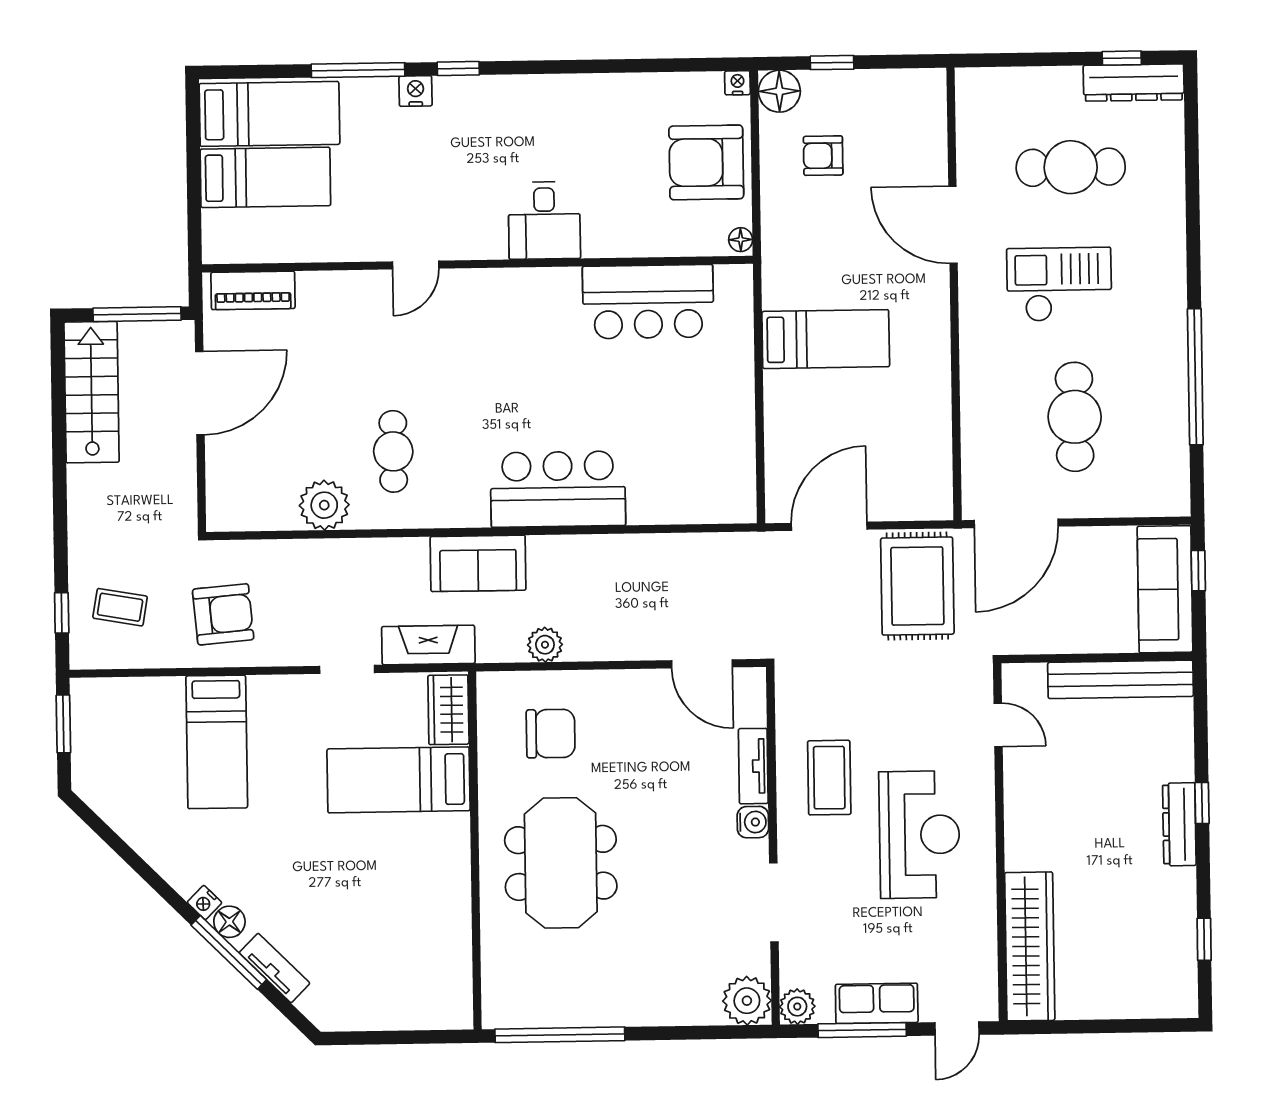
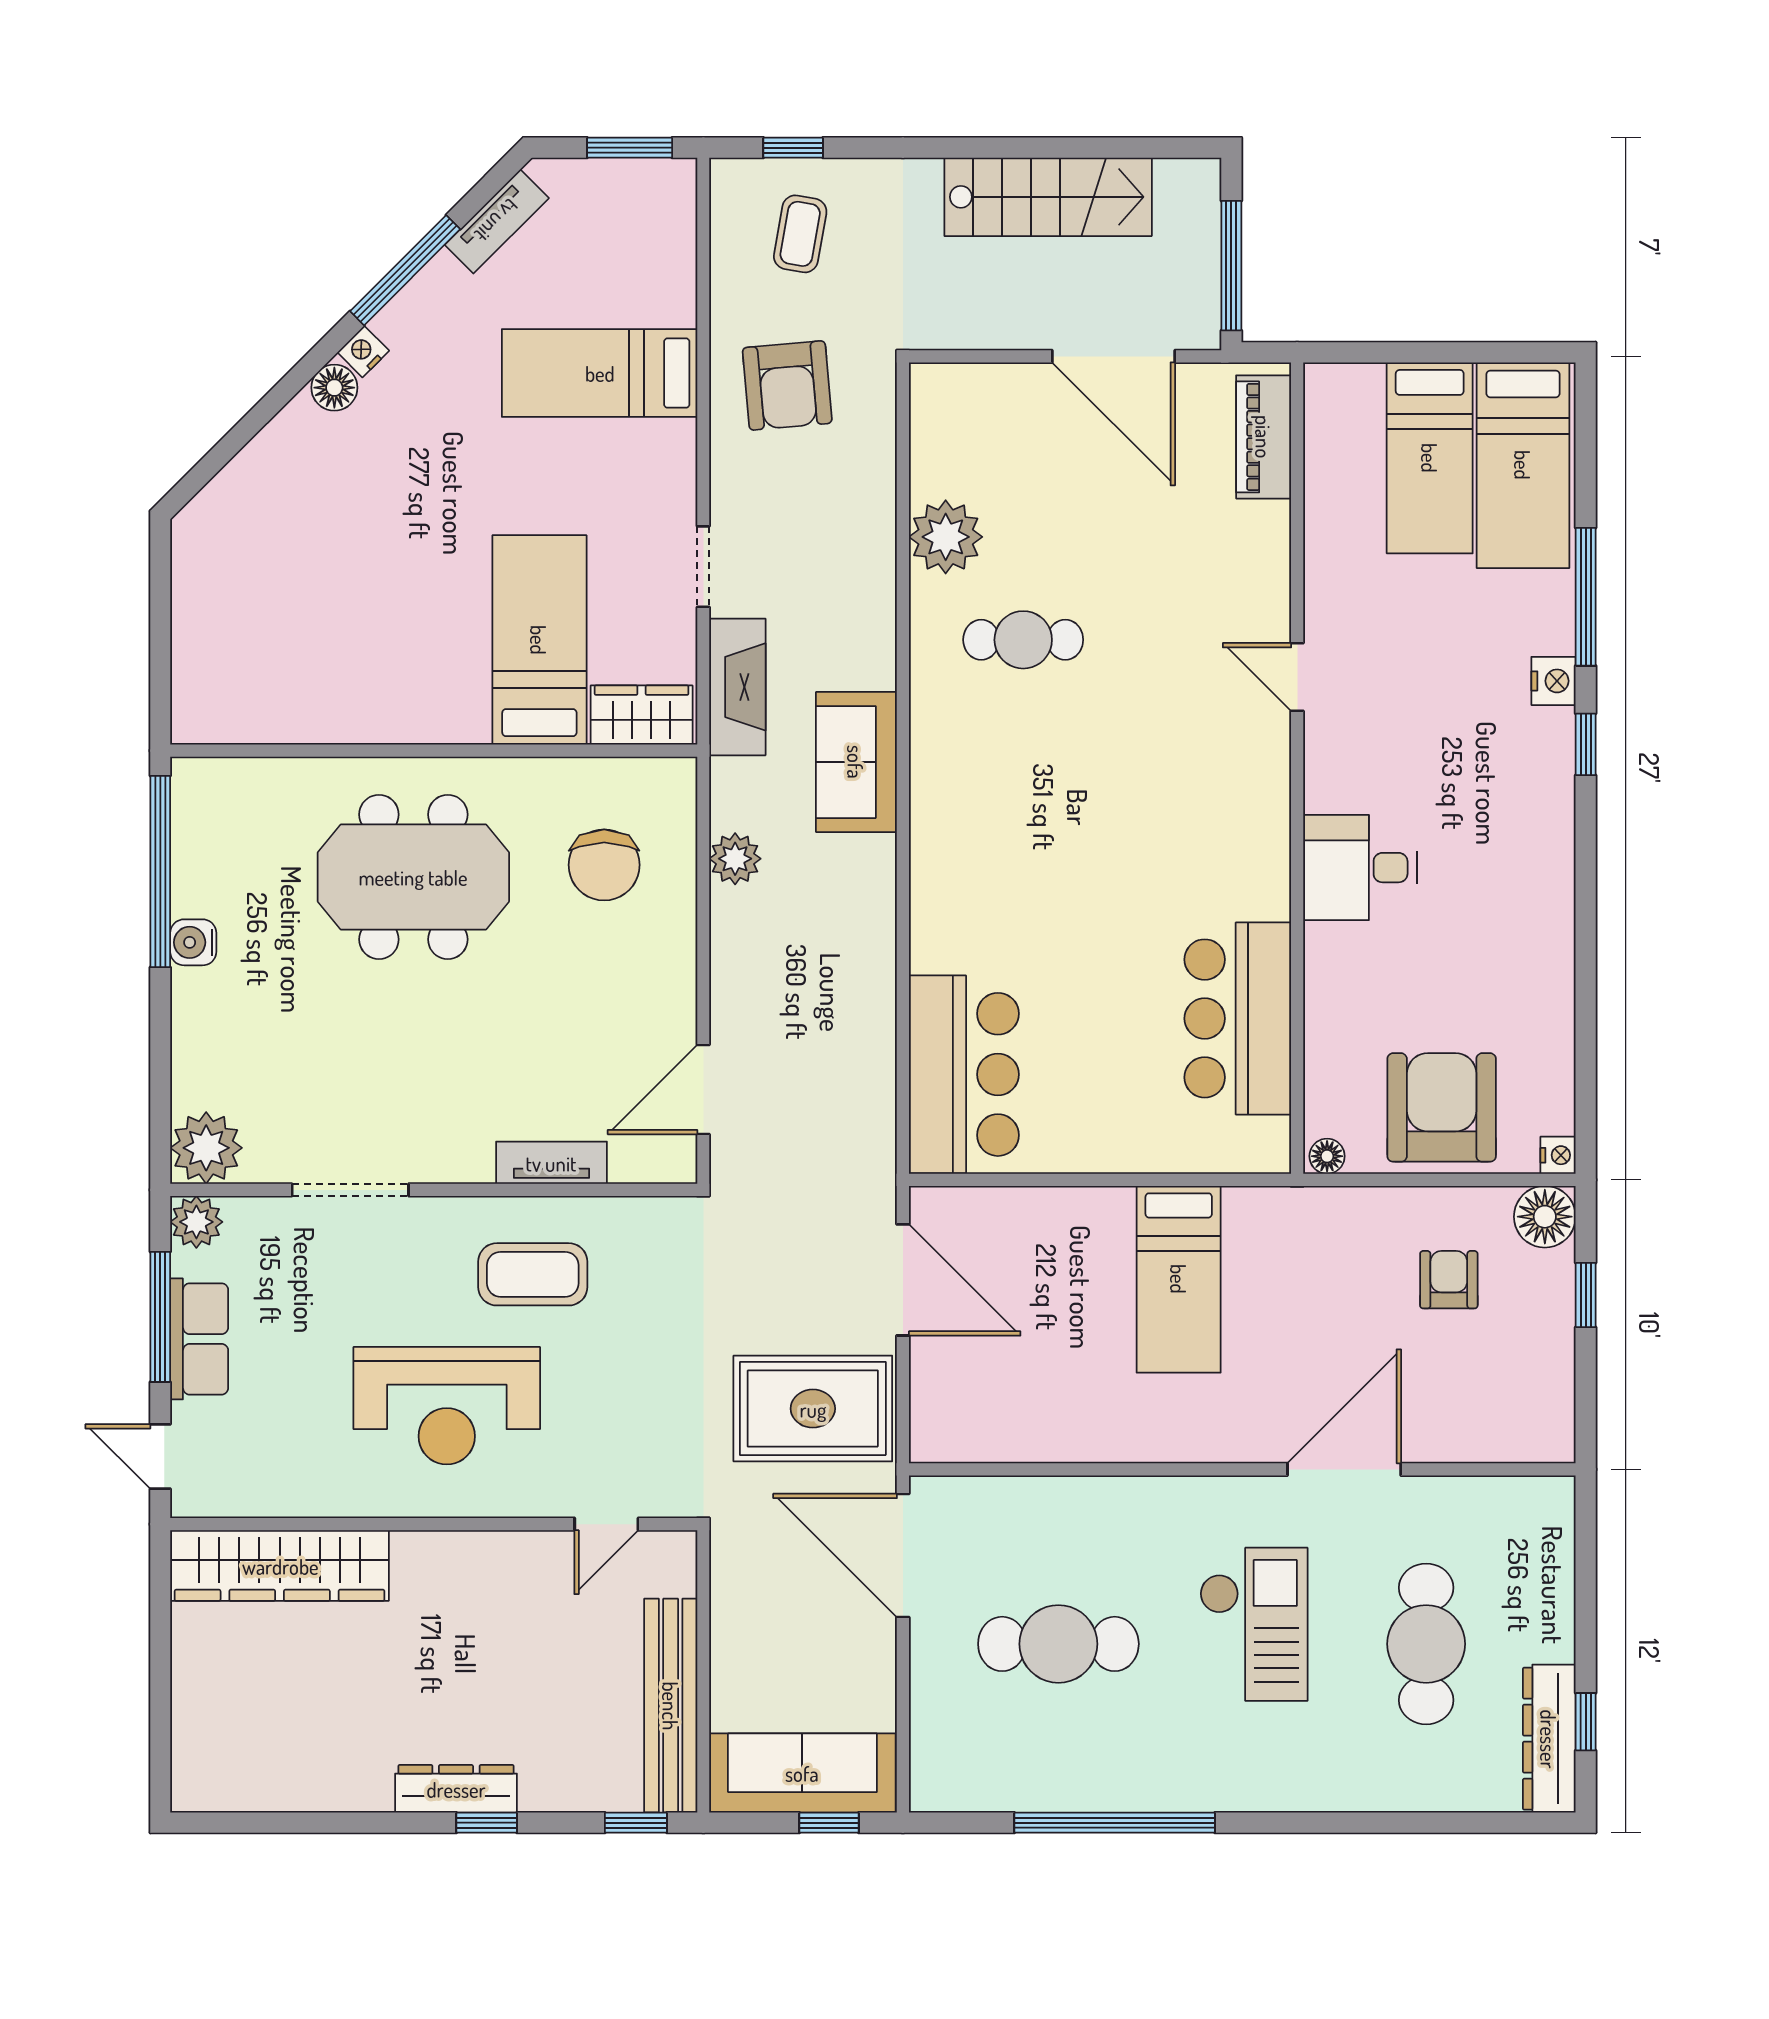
stairs: (92, 392) -> (1048, 197), moved
bar counter: (558, 489) -> (964, 1074), moved
water cooler: (753, 822) -> (193, 942), moved, turned 90
window: (1204, 939) -> (636, 1823), moved
window: (229, 952) -> (405, 270), moved
tv unit: (275, 968) -> (497, 221), moved

